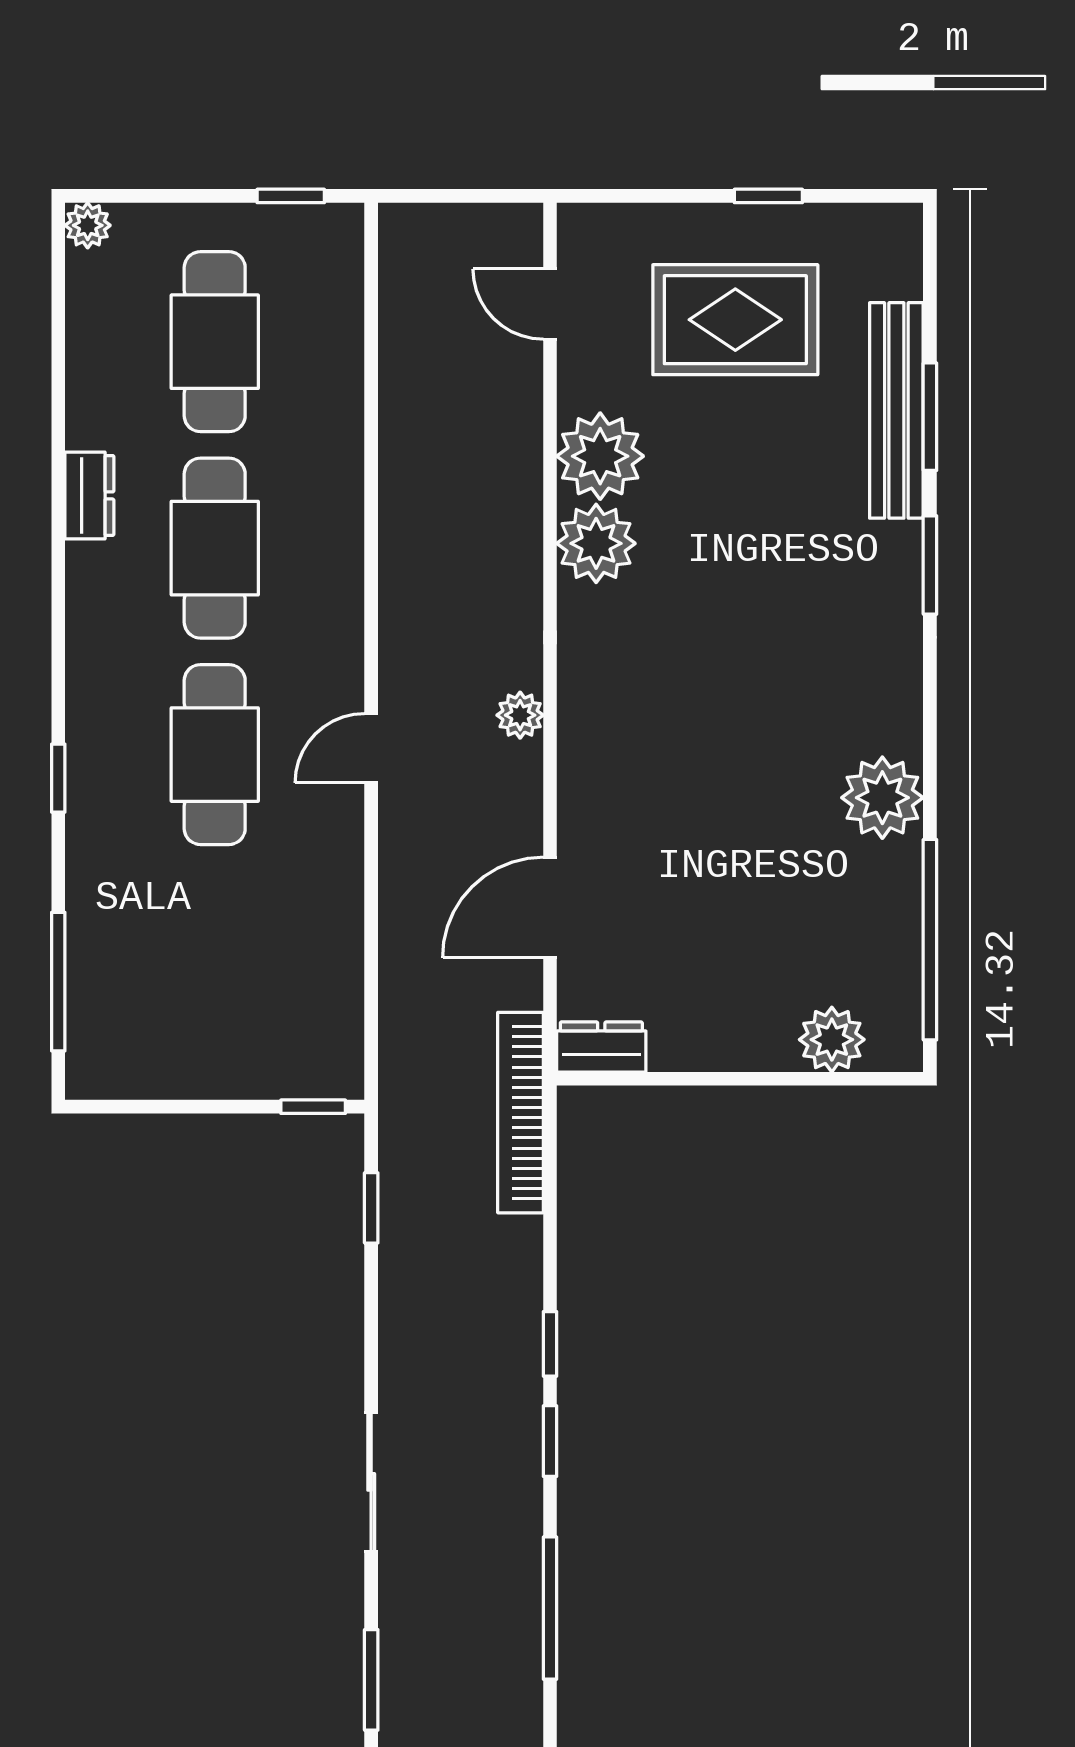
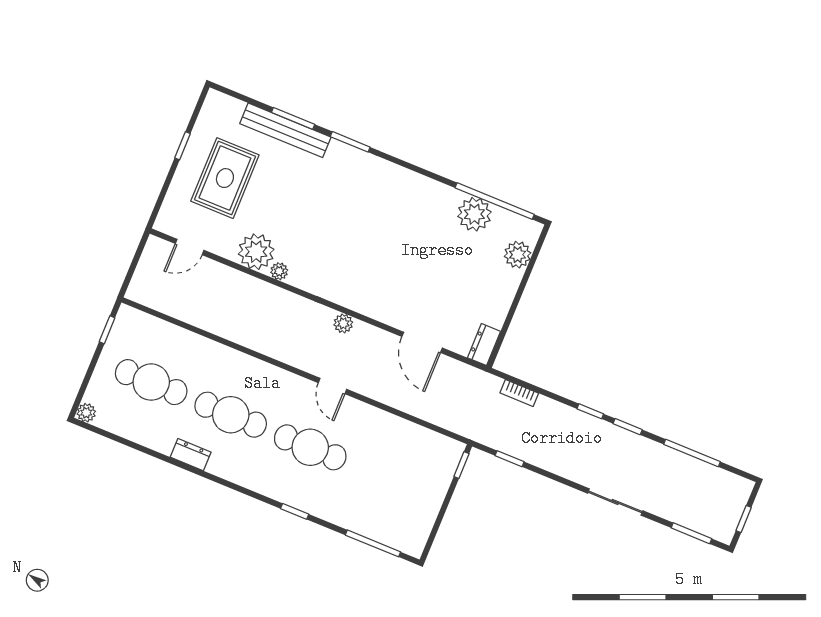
plant: (596, 543) -> (279, 271), width x0.53, depth x0.53
plant: (882, 798) -> (474, 214), moved
bookcase: (521, 1113) -> (519, 393), width x0.43, depth x0.76

